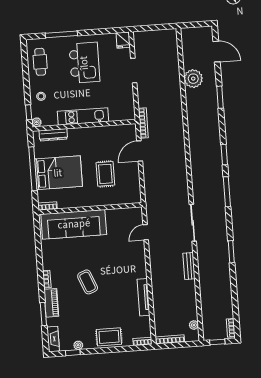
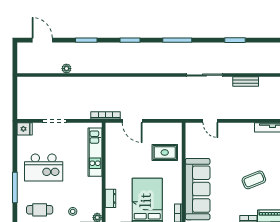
door: (217, 52) -> (42, 40), hinge flipped
kitchen island: (84, 63) -> (44, 167), turned 180
plant: (193, 79) -> (66, 69), width x0.53, depth x0.53
kitchen unit: (83, 116) -> (95, 152), moved
dresser: (53, 135) -> (110, 198), width x0.70
window: (224, 155) -> (130, 40), moved
rug: (105, 174) -> (165, 152), moved

